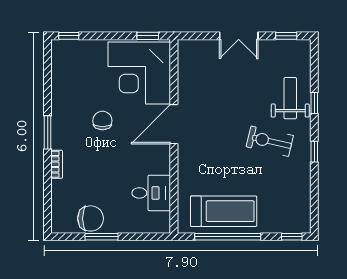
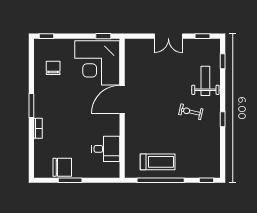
window: (314, 103) -> (223, 61), moved
chair: (102, 121) -> (53, 68), moved
exercise bike: (270, 141) -> (191, 112), width x0.73, depth x0.72
treadmill: (224, 211) -> (158, 162), width x0.73, depth x0.73

